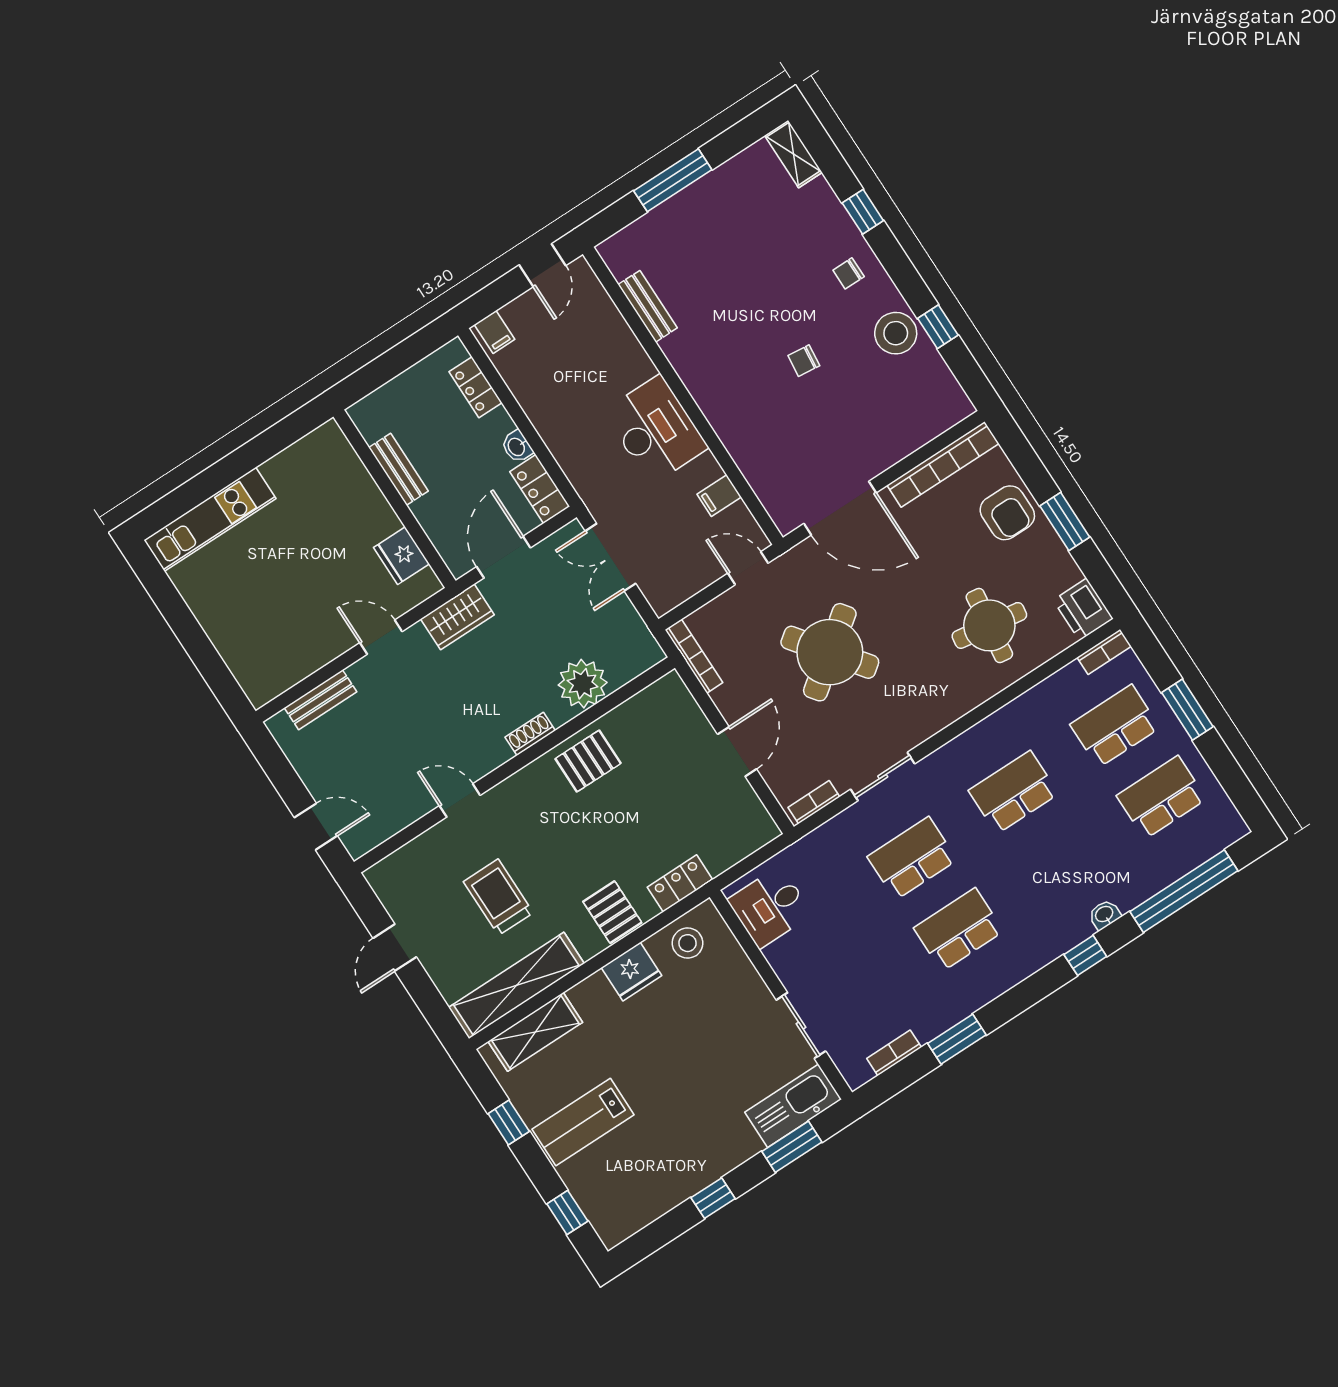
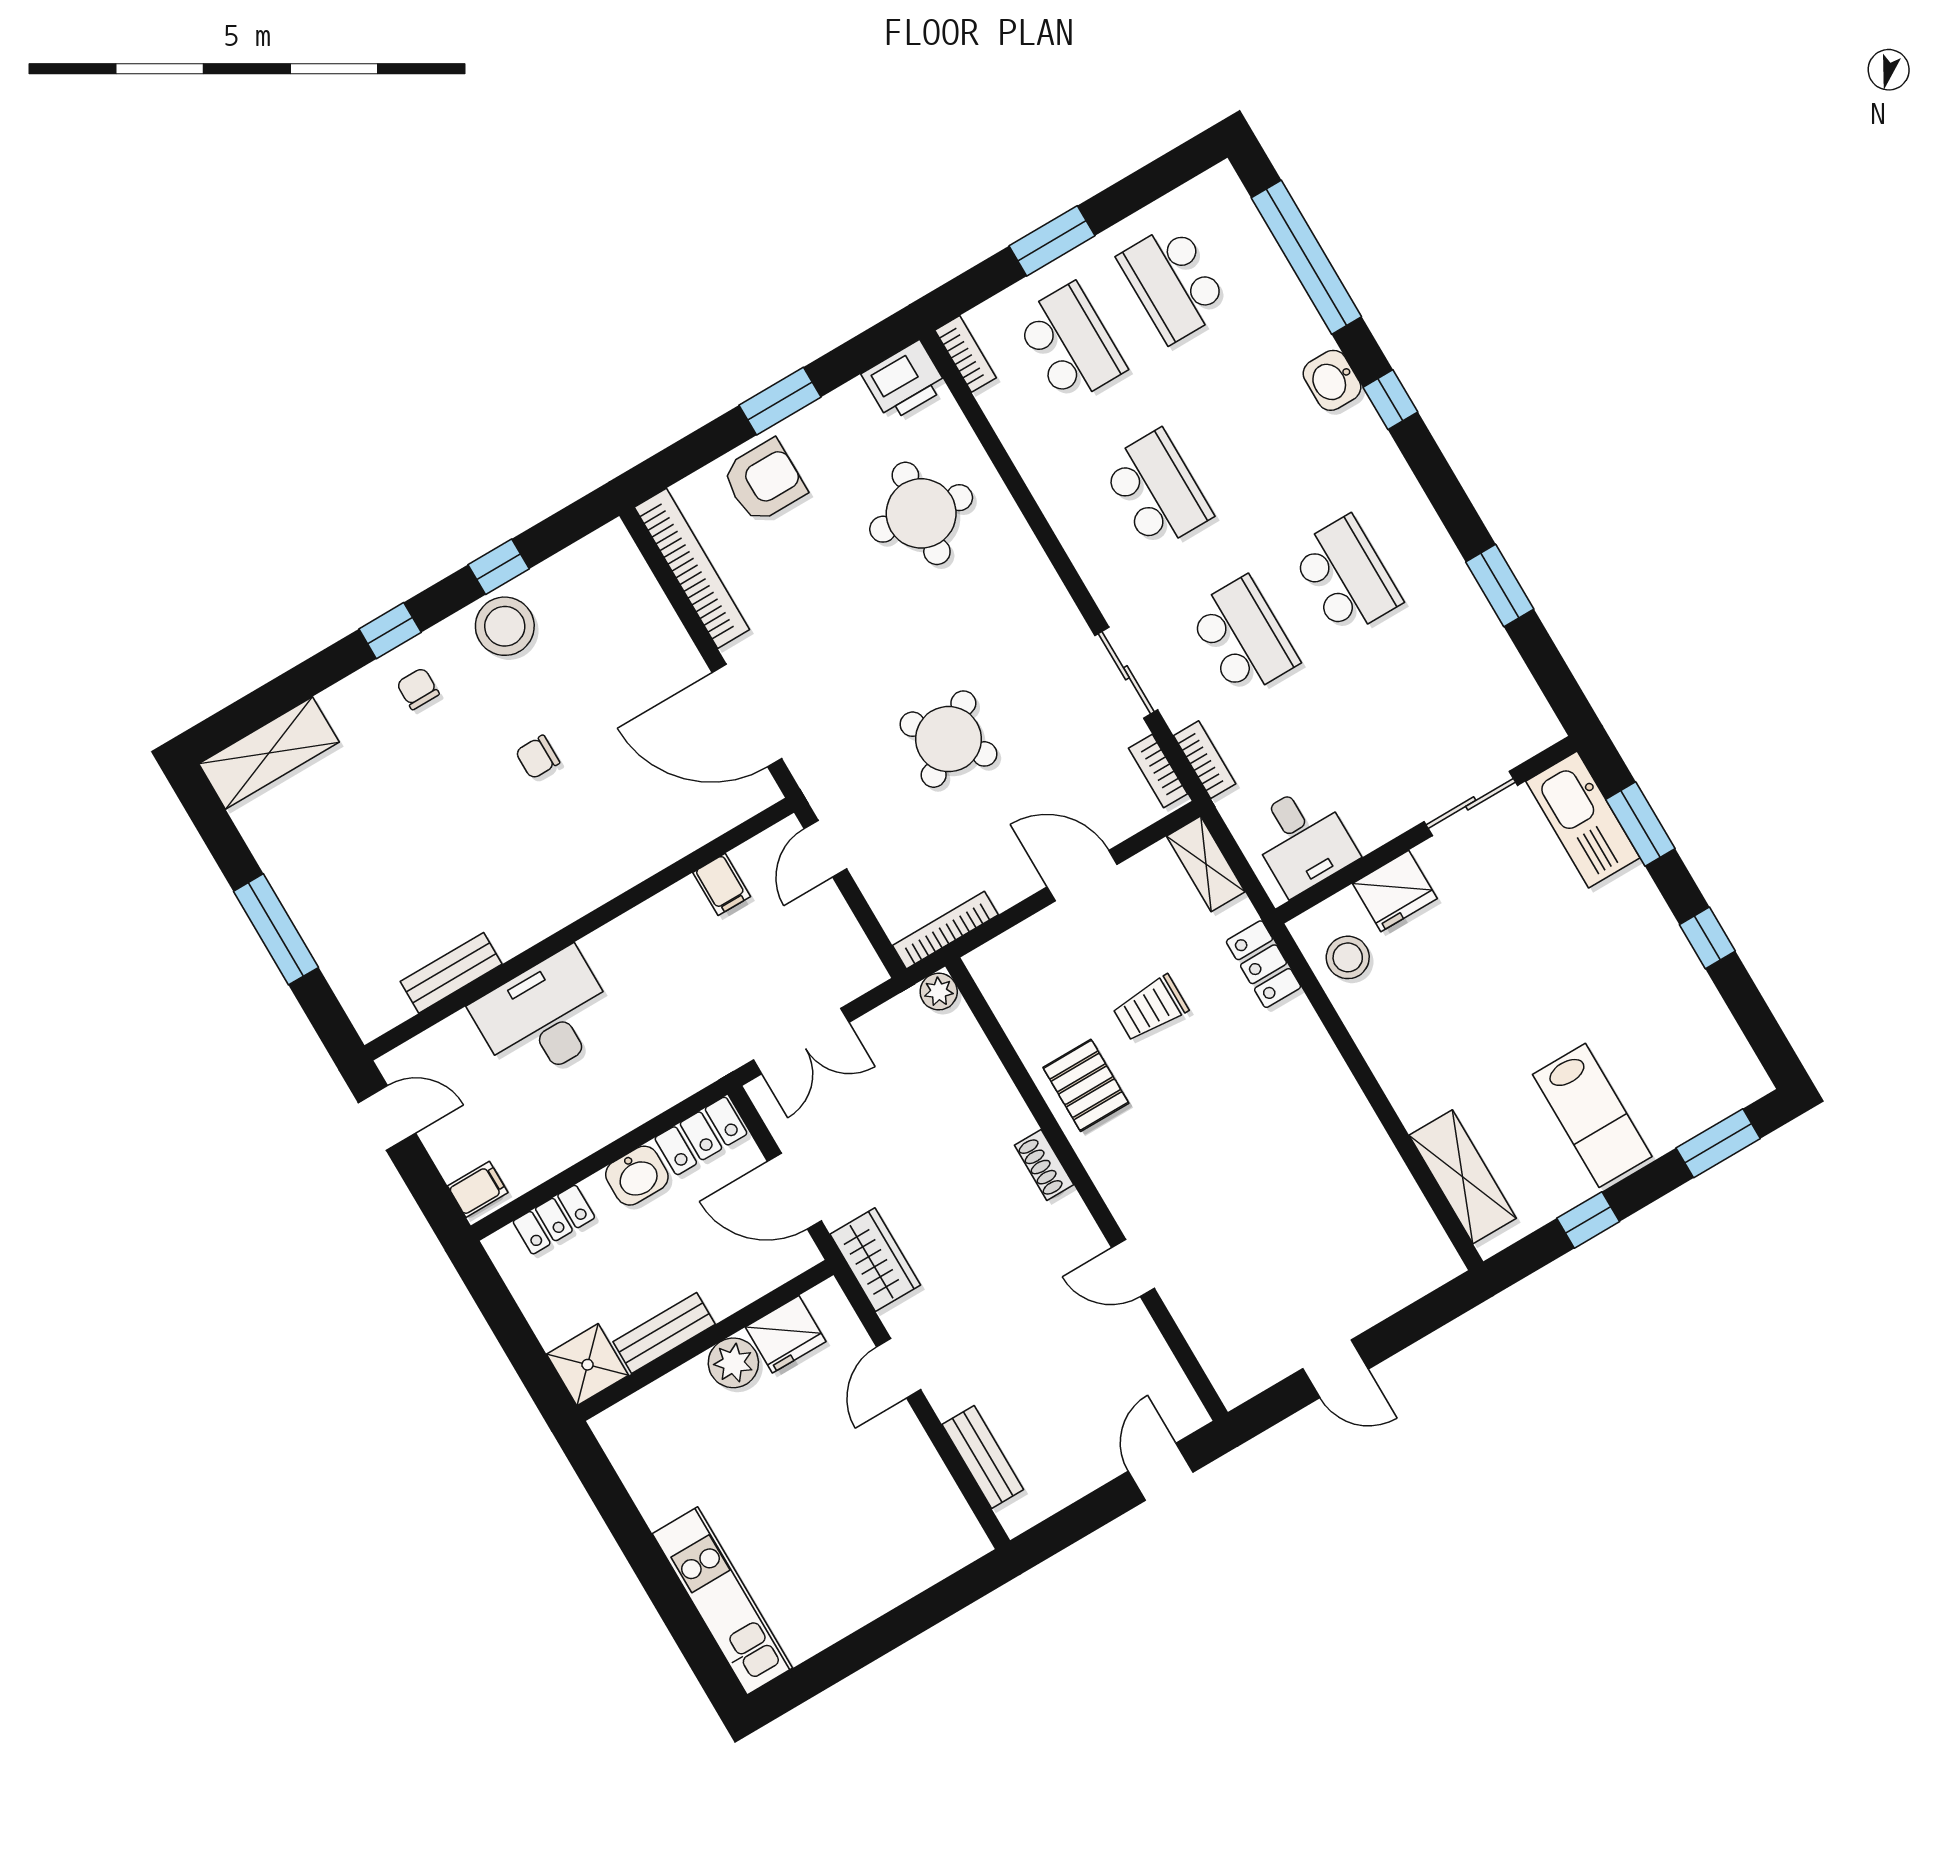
shelving: (793, 154) -> (269, 753), width x1.50, depth x1.33
window: (863, 212) -> (390, 631), moved
chair: (849, 273) -> (418, 689), turned 180
chair: (804, 361) -> (538, 757), turned 84
shower: (373, 416) -> (588, 1365), added
desk: (656, 430) -> (545, 1017), moved
washbasin: (517, 447) -> (637, 1176), width x1.38, depth x1.45
door: (840, 508) -> (747, 716), swing flipped
plant: (379, 519) -> (733, 1363), added
round table: (830, 652) -> (949, 739), width x0.73, depth x0.73
plant: (583, 684) -> (939, 992), moved, width x0.53, depth x0.53
school desk: (1115, 726) -> (1070, 343), turned 180
school desk: (1014, 792) -> (1157, 490), turned 180
door: (460, 800) -> (1133, 1268), hinge flipped
school desk: (912, 858) -> (1243, 637), turned 180
trolley: (498, 897) -> (1150, 1008), moved, width x0.73, depth x0.72
pallet: (612, 912) -> (1299, 1061), removed
washbasin: (1104, 915) -> (1332, 380), width x1.38, depth x1.45
school desk: (959, 930) -> (1346, 576), turned 180
fridge: (631, 972) -> (1395, 891), moved, turned 90
shelving: (516, 985) -> (1206, 864), moved, width x0.45, depth x0.75
bookcase: (894, 1053) -> (1205, 760), moved, turned 180
window: (567, 1212) -> (1718, 1143), width x1.50

